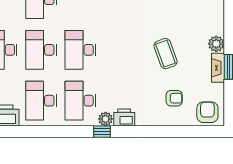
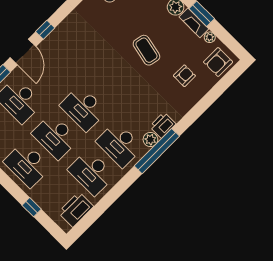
coffee table: (166, 54) -> (146, 50), turned 32
plant: (219, 89) -> (210, 37), added
armchair: (207, 112) -> (218, 62), turned -90
window: (102, 132) -> (157, 151), width x3.17

